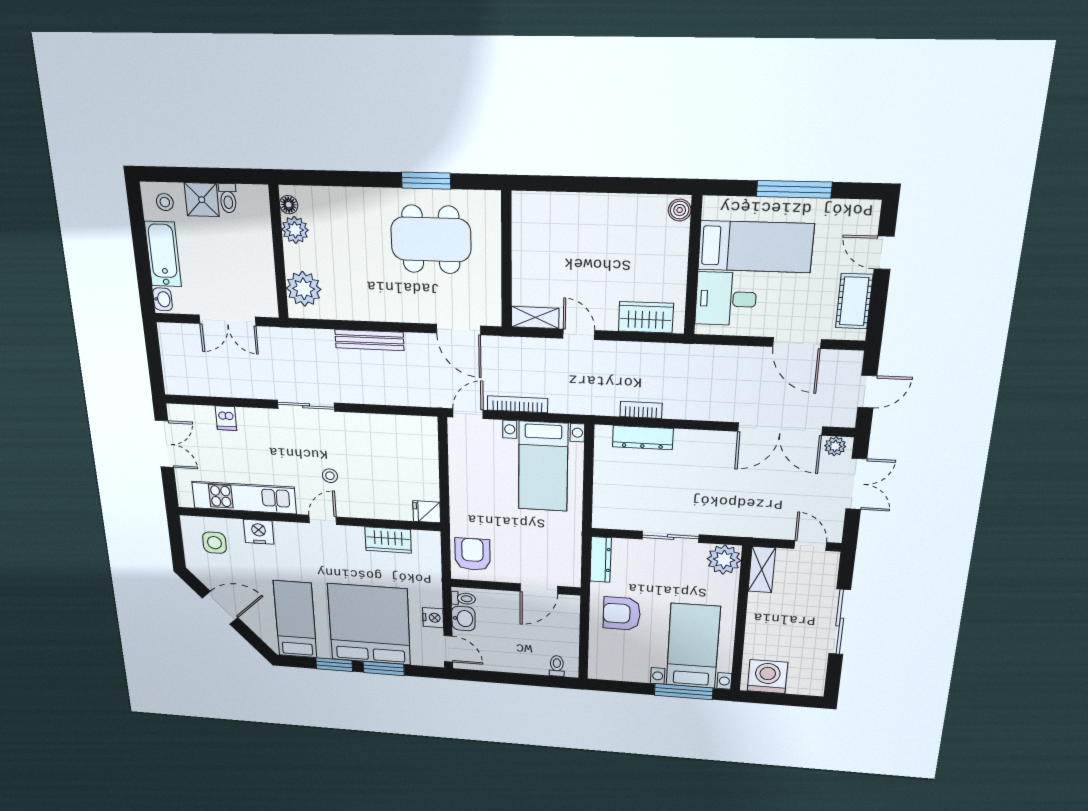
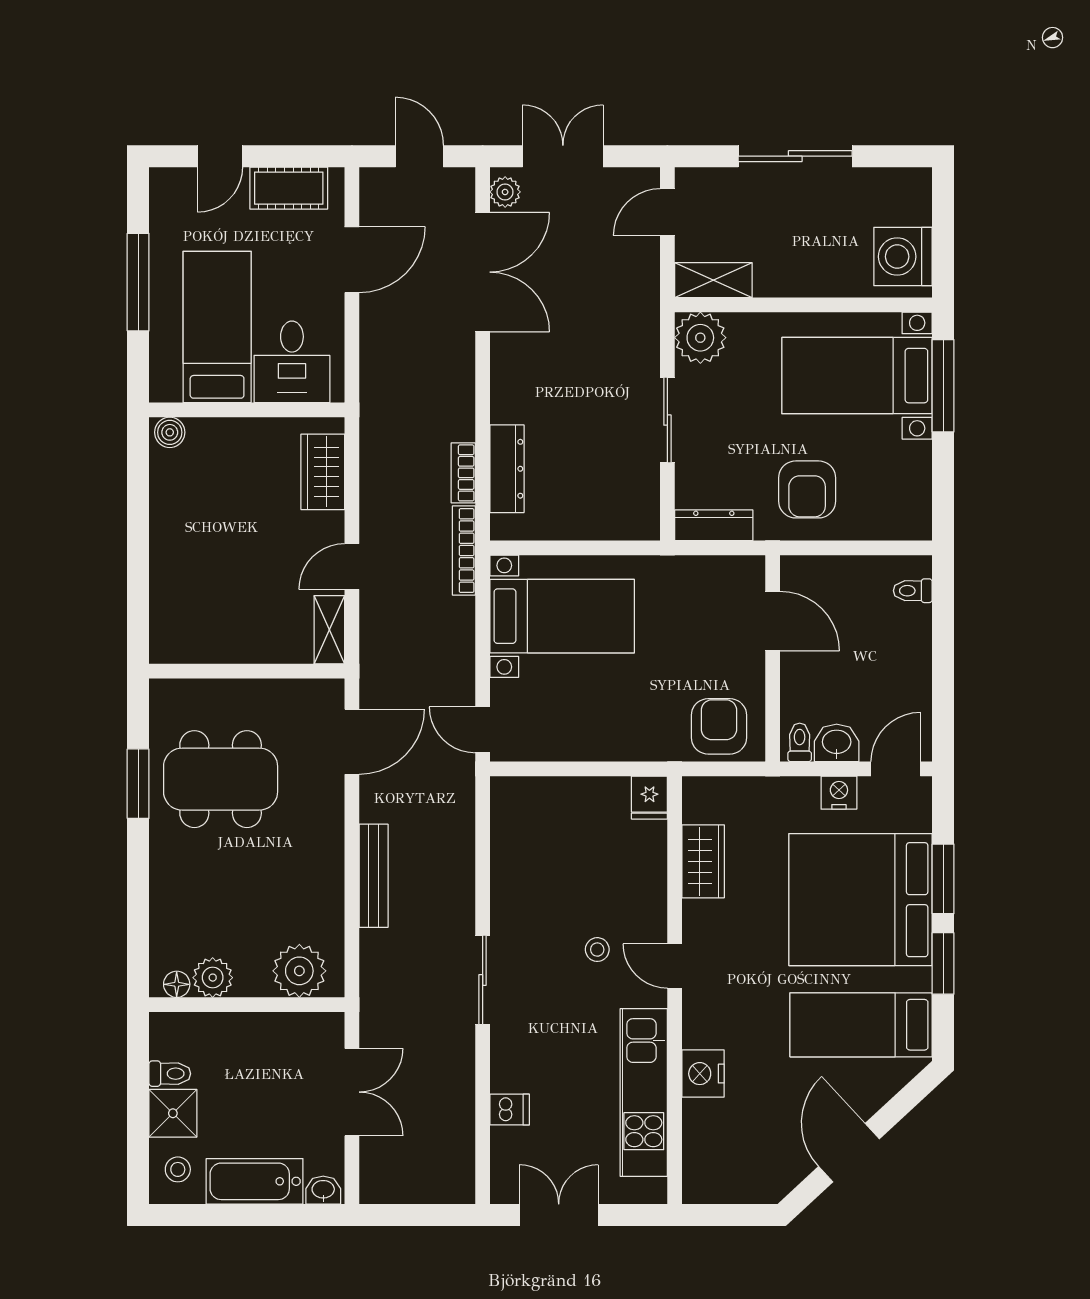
dining table: (431, 239) -> (221, 779), turned 90
bookcase: (517, 404) -> (464, 551), moved
side table: (214, 543) -> (728, 1150), removed
armchair: (472, 554) -> (719, 726), turned 90

